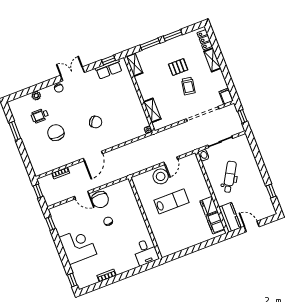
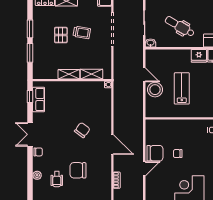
shelving: (134, 65) -> (69, 74), moved

